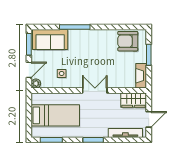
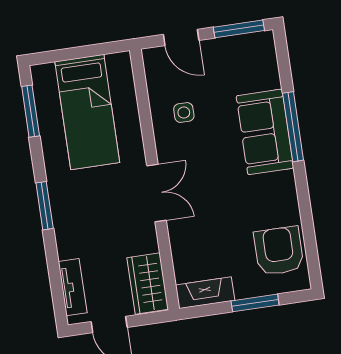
sofa: (50, 40) -> (265, 132), moved
plant: (36, 83) -> (153, 58), removed
tv unit: (125, 133) -> (73, 287), width x0.71

